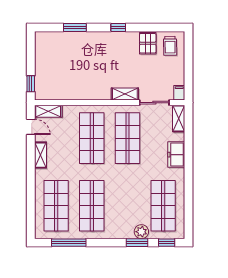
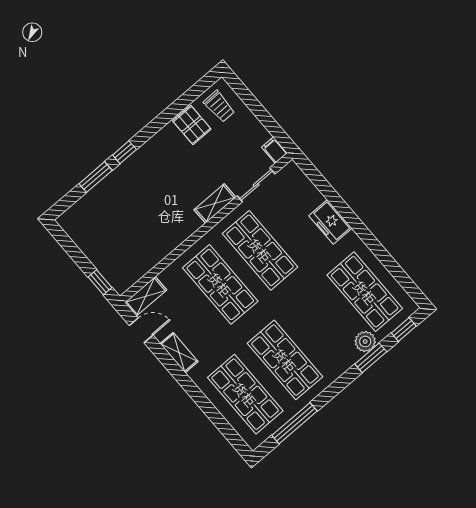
window: (118, 27) -> (124, 152), moved
shelving: (179, 119) -> (299, 179), removed

